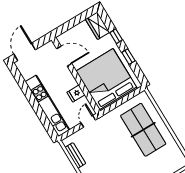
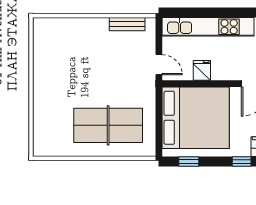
window: (128, 57) -> (189, 161), moved

